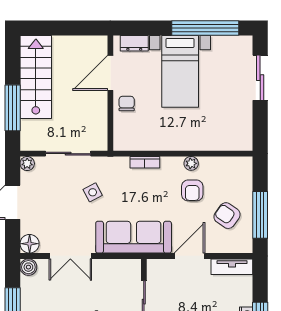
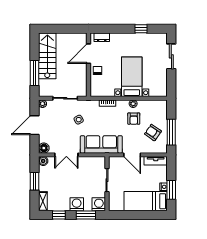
window: (205, 28) -> (141, 29), width x0.32
bed with nightstands: (180, 71) -> (132, 77), moved, turned 180
door: (190, 256) -> (132, 155), swing flipped

